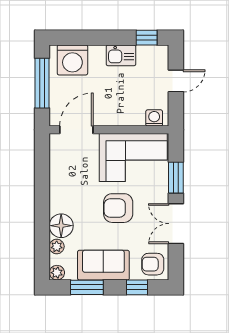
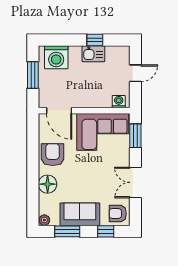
window: (147, 38) -> (95, 40), moved
window: (42, 83) -> (33, 75), width x0.69
door: (76, 130) -> (59, 111), swing flipped
window: (176, 178) -> (135, 136), moved
armchair: (118, 208) -> (53, 155), moved, turned 90
plant: (57, 246) -> (44, 200), removed

